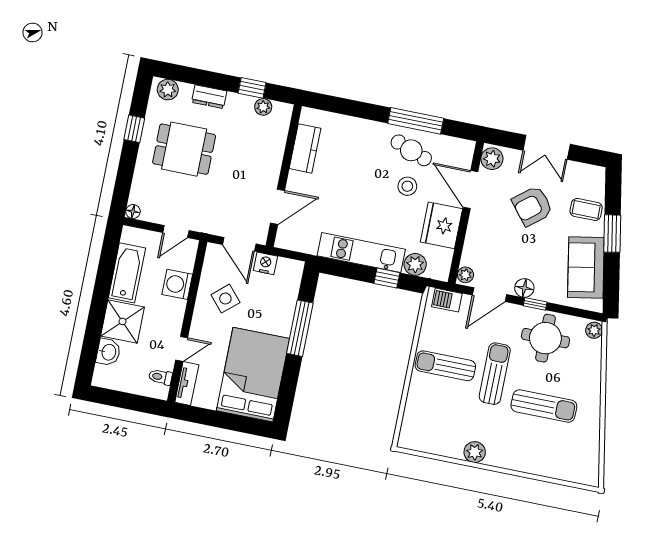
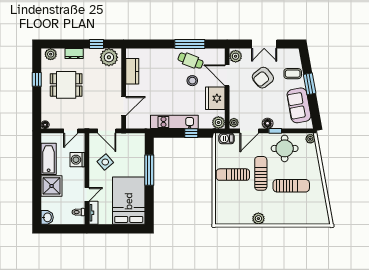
plant: (263, 107) -> (109, 57), width x1.88, depth x1.88
nightstand: (265, 263) -> (123, 138), removed
plant: (415, 264) -> (218, 122), moved
washbasin: (108, 352) -> (47, 217), moved

